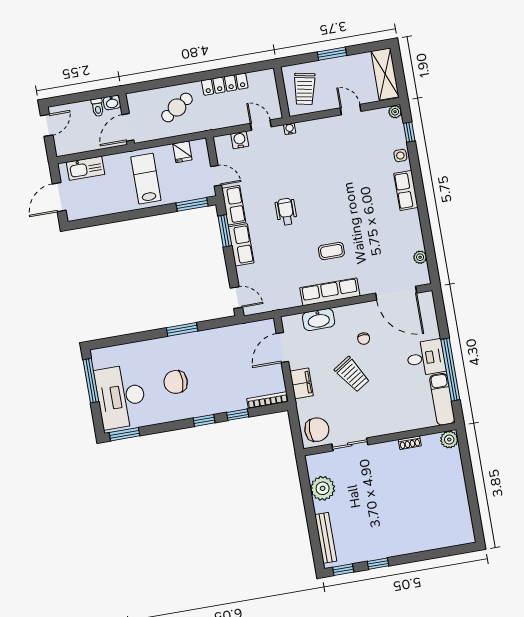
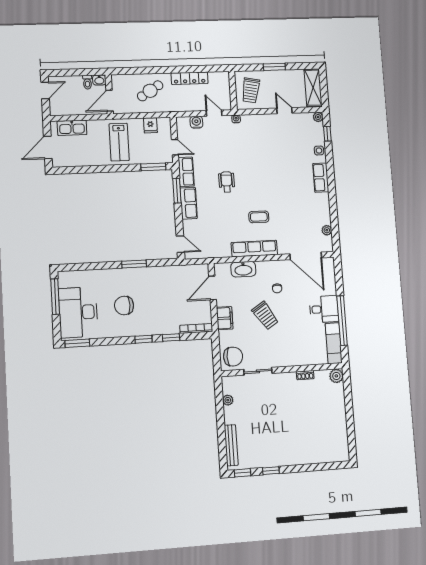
lab bench: (146, 179) -> (119, 142), turned 180
plant: (323, 488) -> (228, 400), width x0.53, depth x0.53

